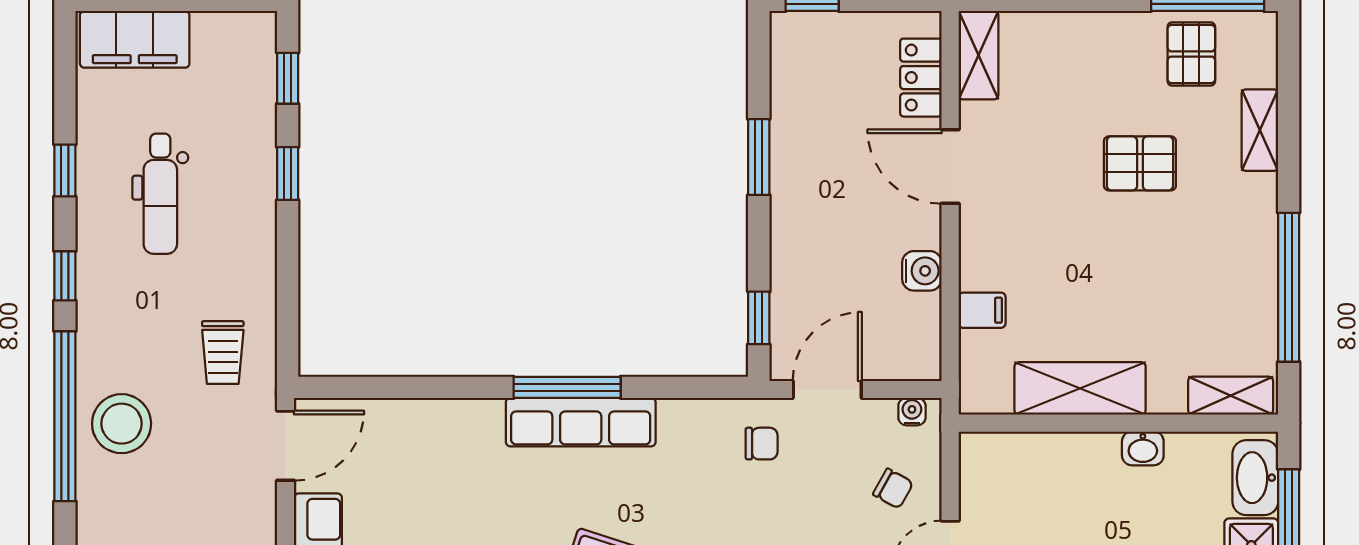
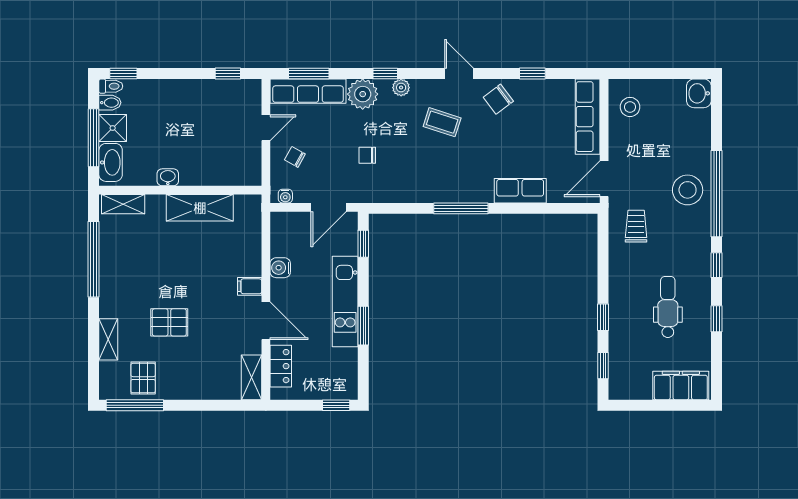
kitchen unit: (794, 204) -> (345, 302), added
filing cabinet: (982, 310) -> (250, 286), moved
row of seats: (581, 422) -> (520, 191), moved, width x0.68
chair: (762, 444) -> (367, 155), moved

